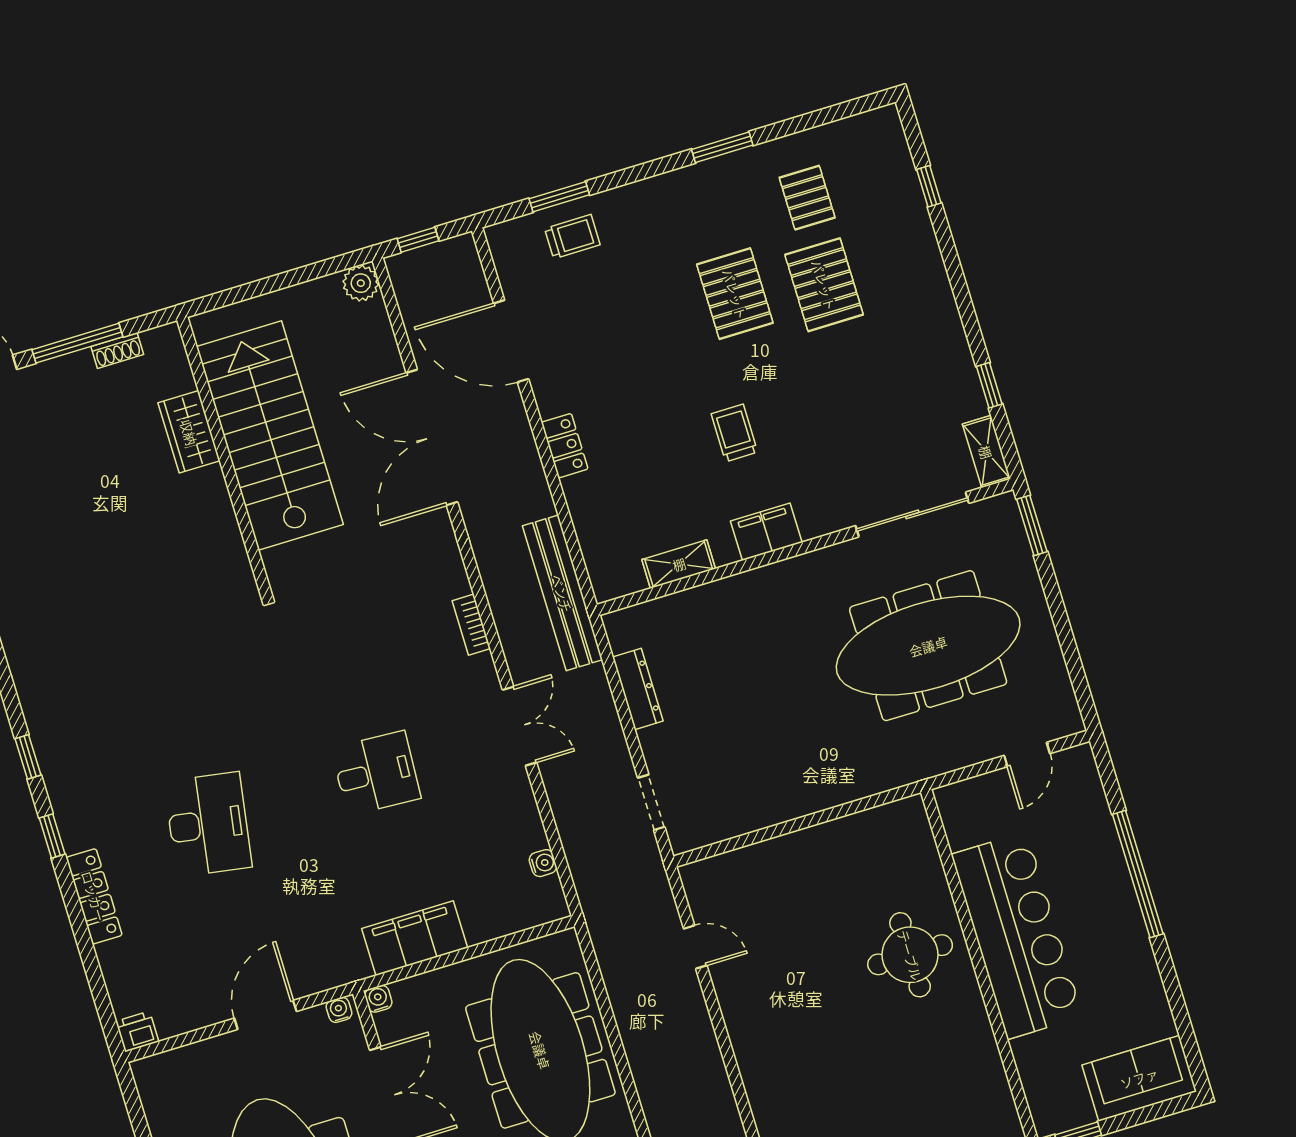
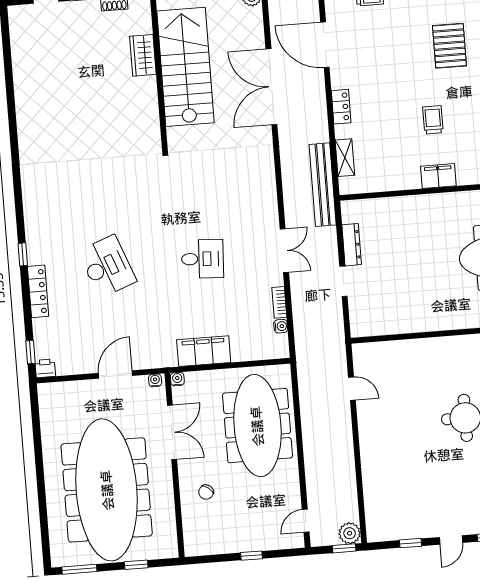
shelving: (679, 564) -> (345, 158), moved, turned 90
bookcase: (471, 625) -> (279, 302), moved
window: (28, 757) -> (30, 352), moved
doorway: (651, 802) -> (343, 281), moved
desk: (208, 824) -> (107, 266), turned -30

